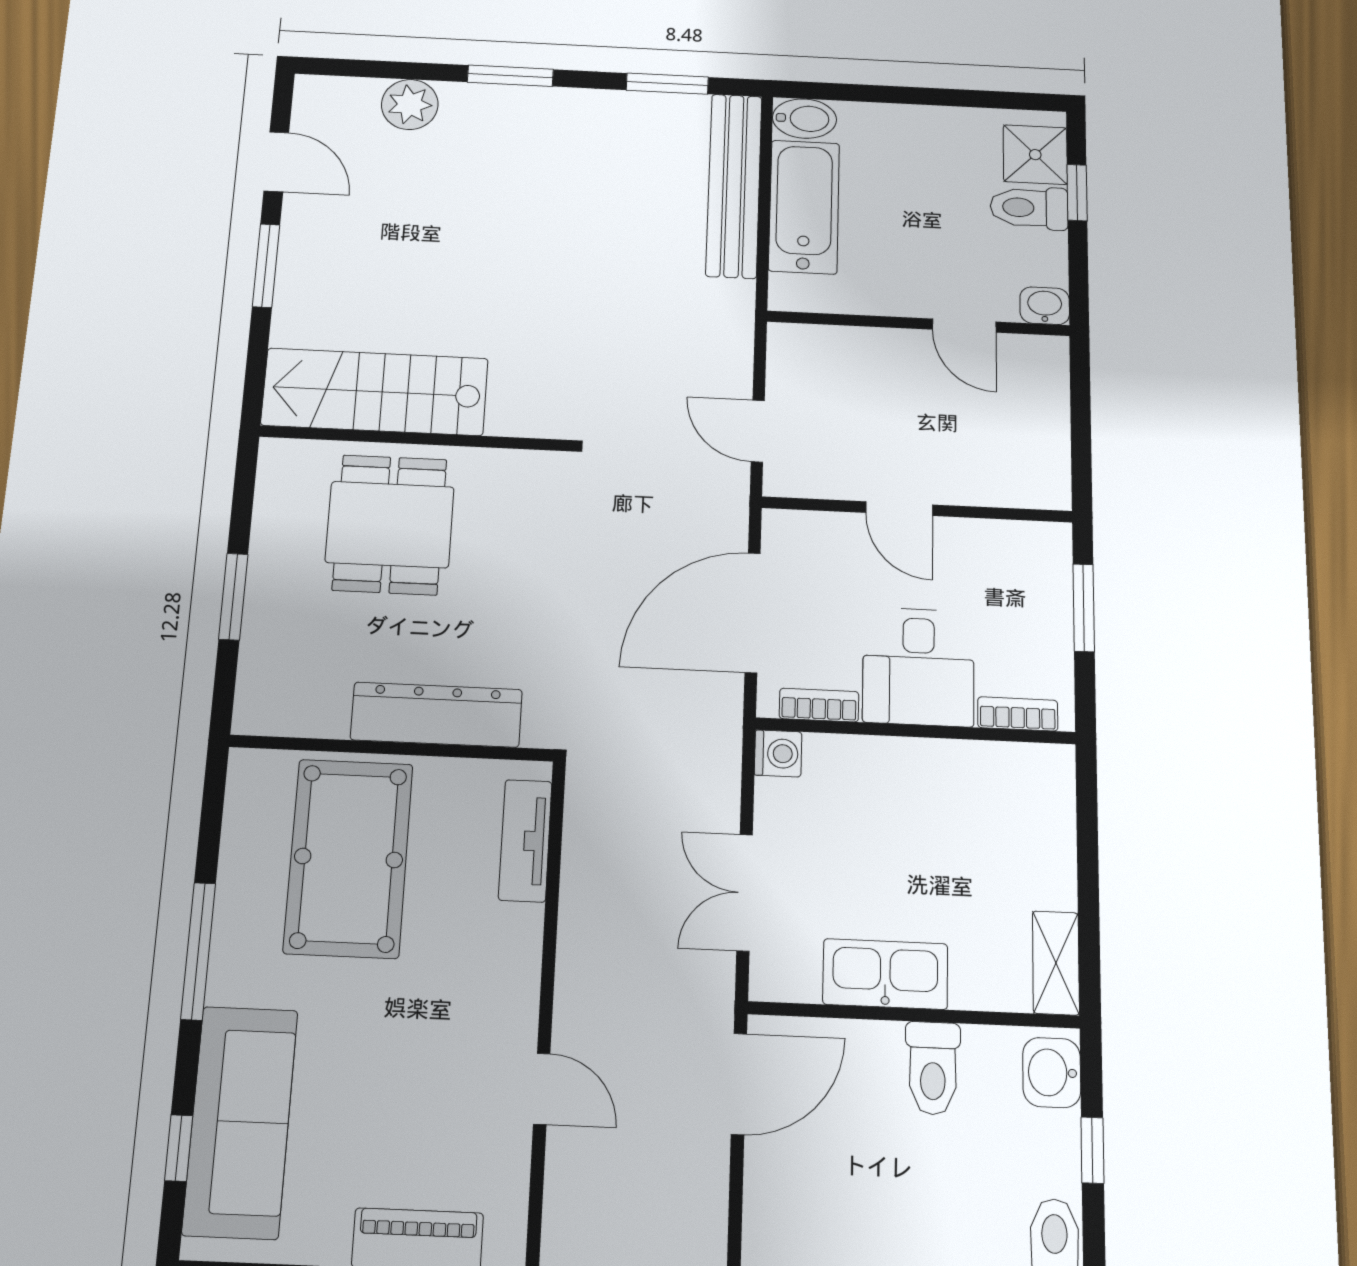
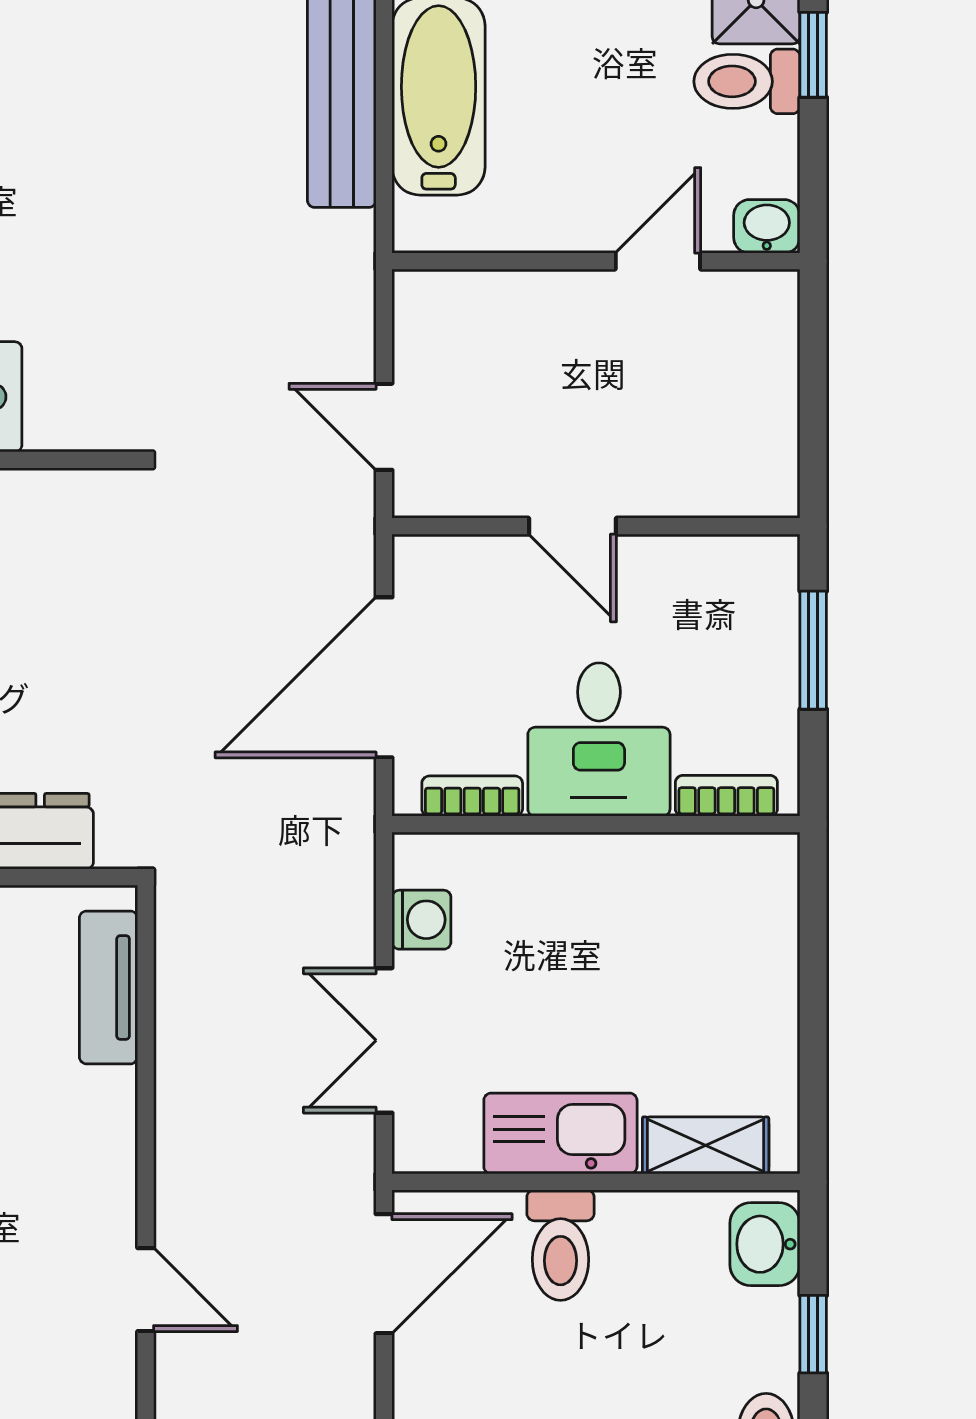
door: (964, 326) -> (658, 261), swing flipped
washing machine: (778, 753) -> (421, 920), moved
shelving: (1056, 963) -> (706, 1145), moved, turned 90
toilet: (933, 1068) -> (560, 1245), moved

